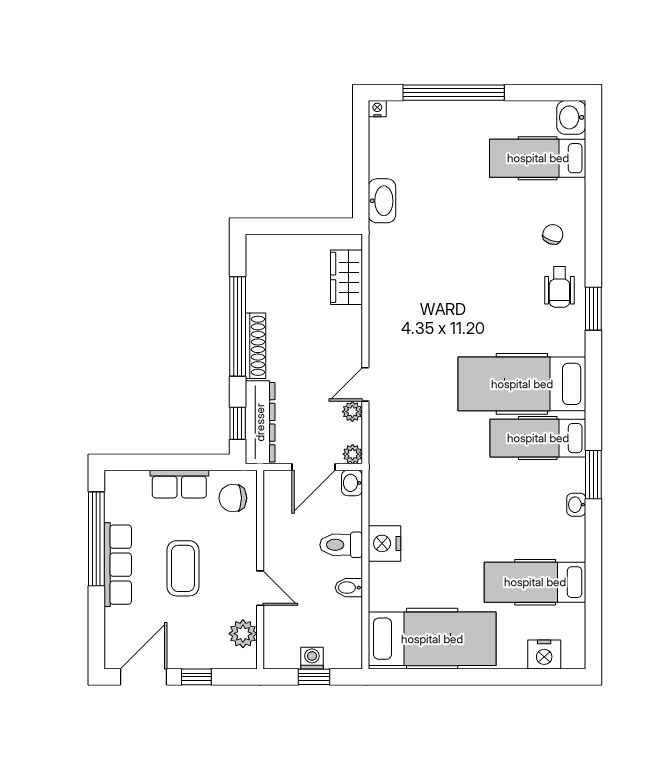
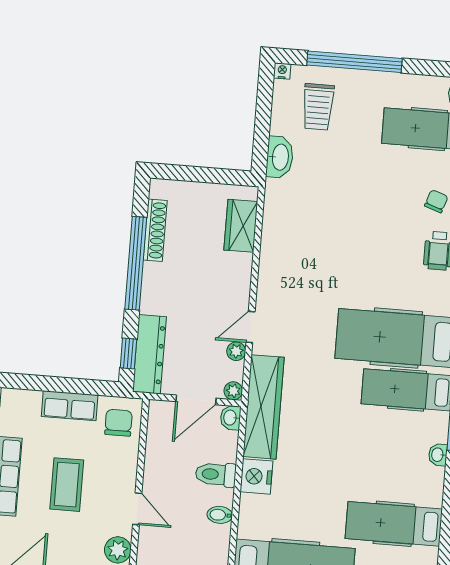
trolley: (419, 144) -> (318, 107), added
shoe rack: (255, 346) -> (155, 230), moved
wardrobe: (386, 469) -> (264, 407), added
chair: (233, 498) -> (119, 423), turned 90

